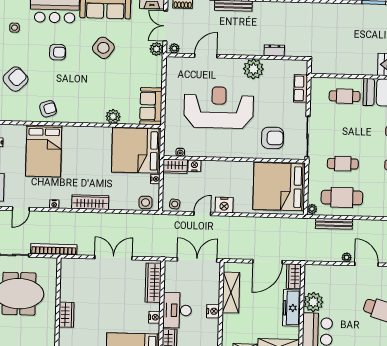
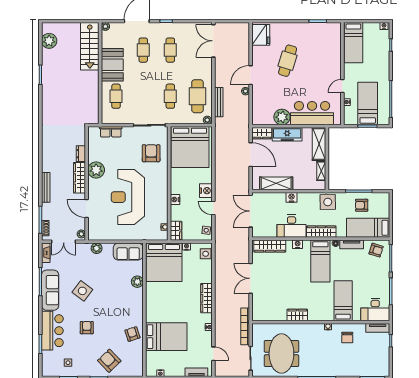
wardrobe: (244, 48) -> (79, 178), added
plant: (156, 49) -> (97, 248), moved
nightstand: (194, 166) -> (175, 199), moved

